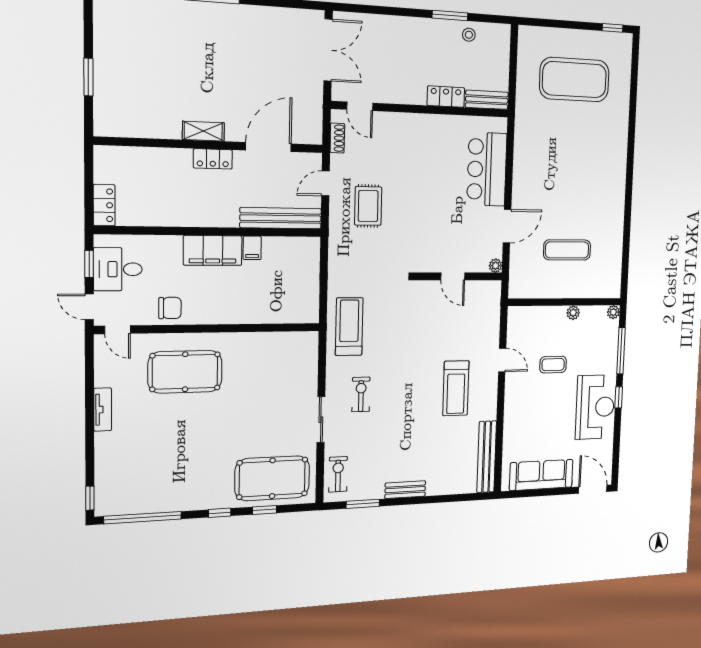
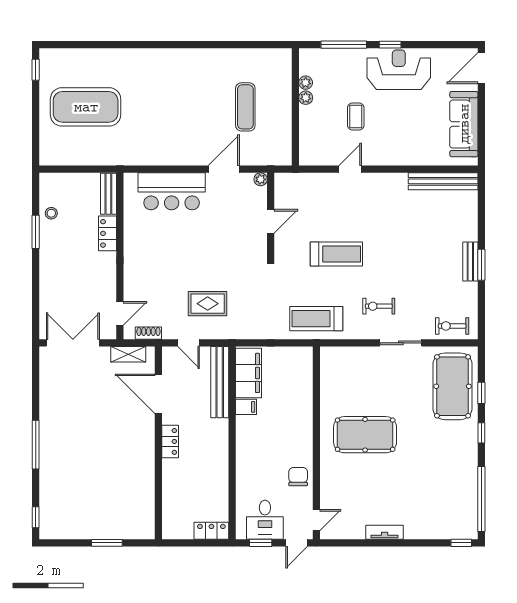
exercise mat: (574, 80) -> (86, 107), turned 90
shelving: (203, 131) -> (128, 354), moved, turned 90
door: (507, 226) -> (224, 169), hinge flipped
filing cabinet: (213, 250) -> (249, 373), moved
plant: (613, 312) -> (306, 83), moved
pool table: (185, 372) -> (365, 435), moved, turned 90
treadmill: (456, 388) -> (336, 254), moved
window: (363, 504) -> (481, 265), moved

